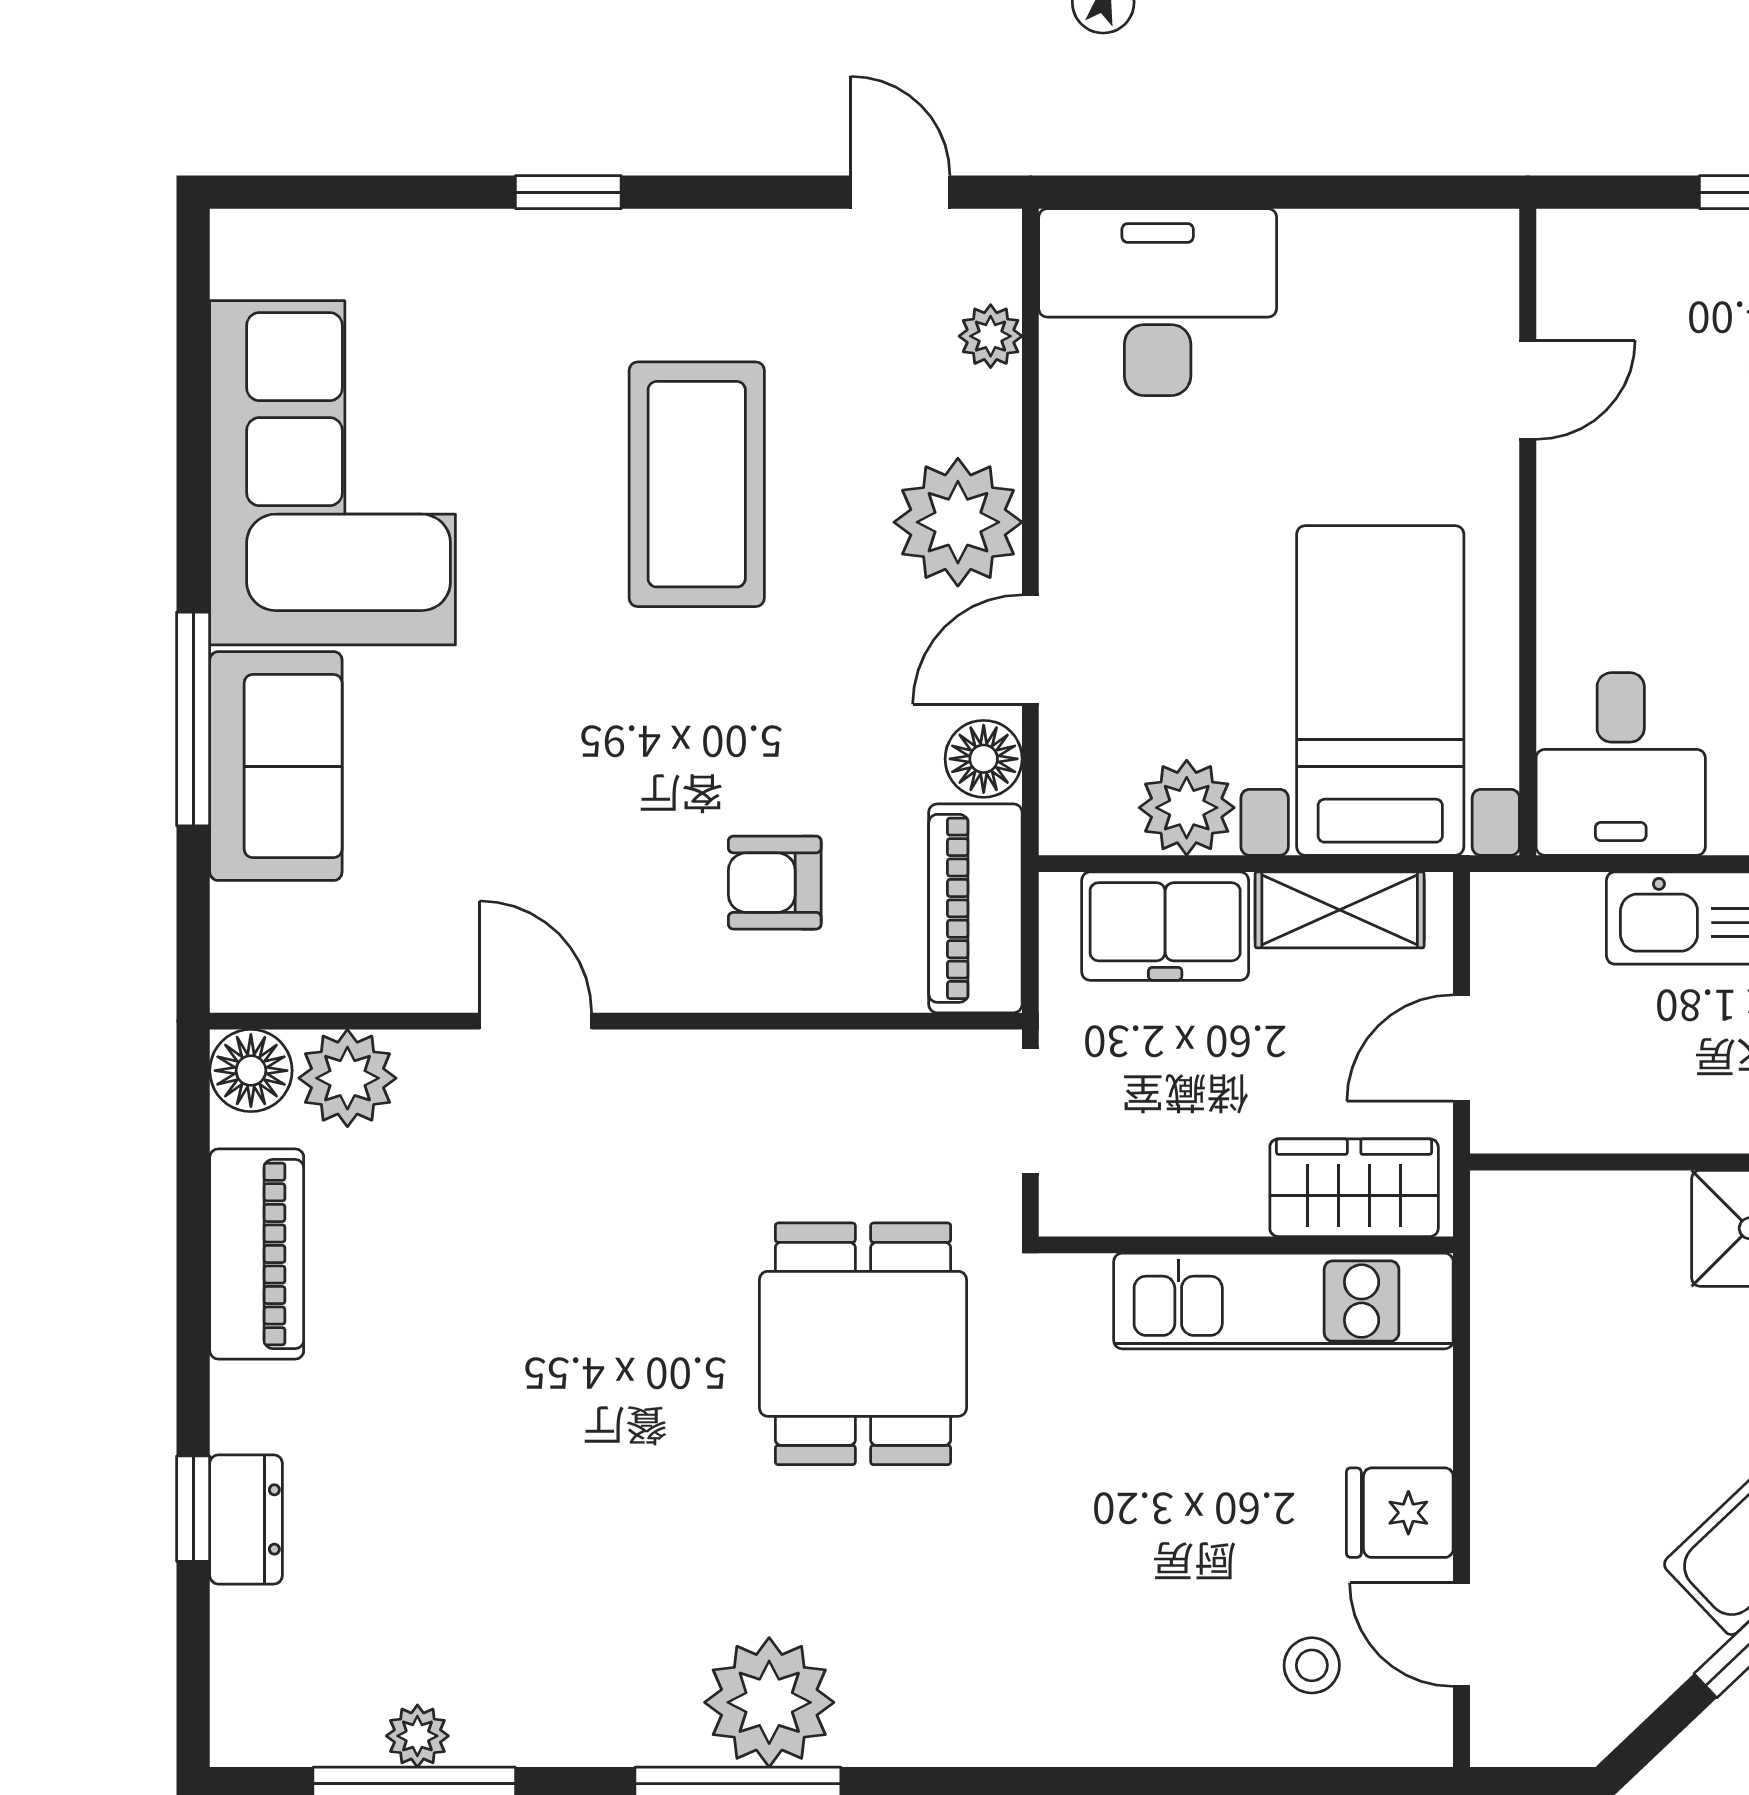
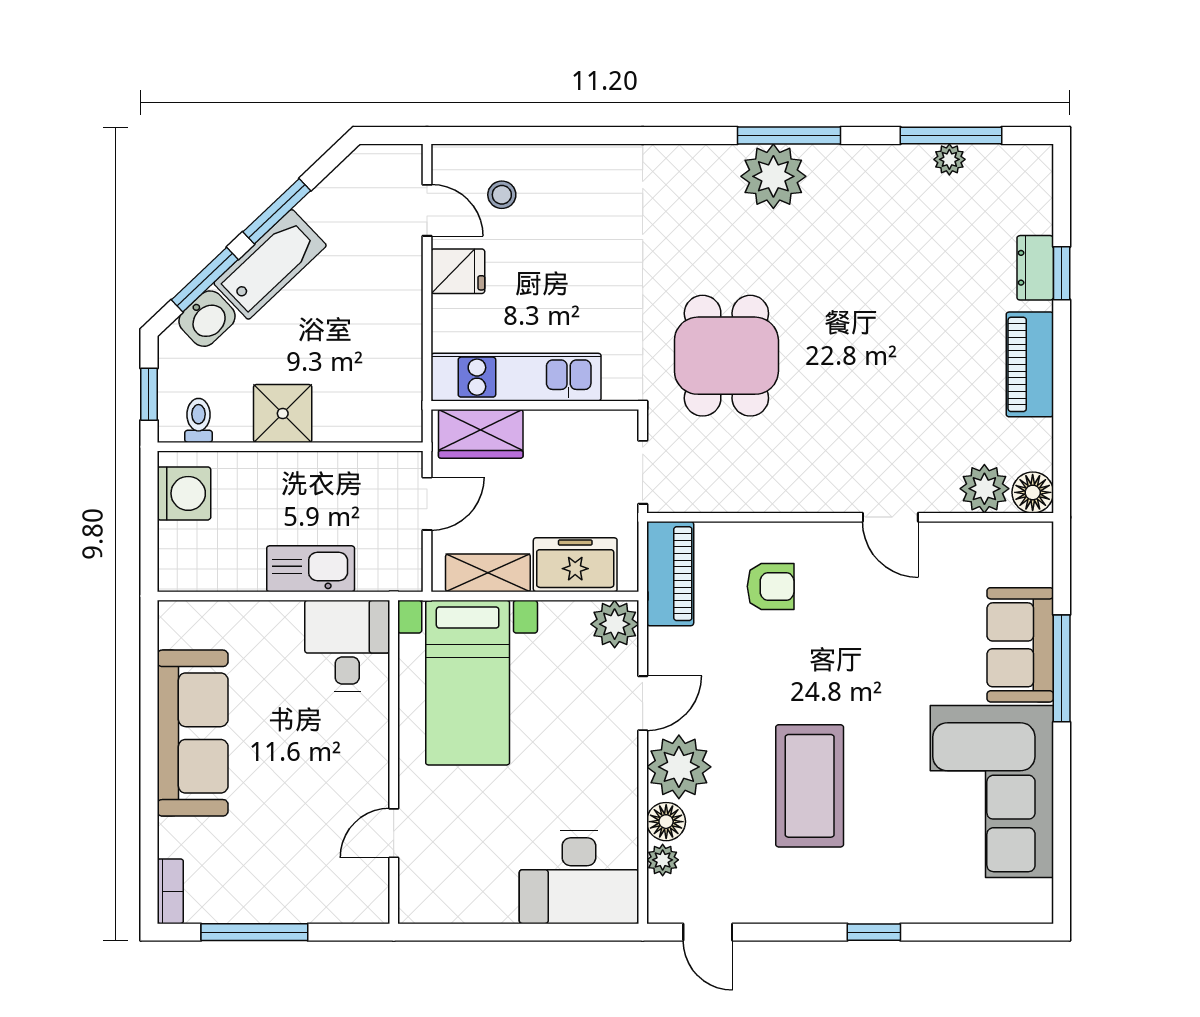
floor lamp: (984, 759) -> (666, 822), moved
plant: (1187, 808) -> (615, 624), moved
piano: (257, 1254) -> (1030, 364), moved

